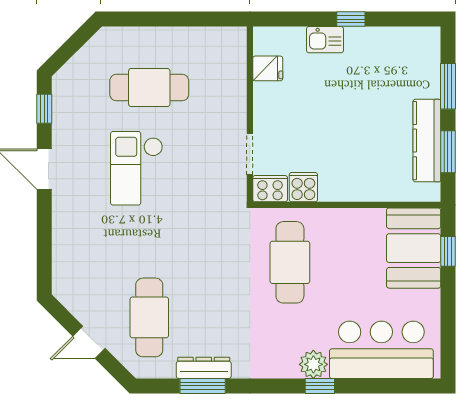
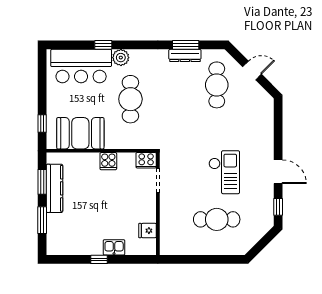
cooker: (303, 187) -> (108, 161), moved
booth: (414, 248) -> (80, 133), moved, turned 90
cafe table: (290, 262) -> (130, 99), moved
window: (320, 386) -> (103, 45), moved

